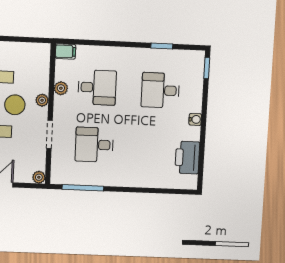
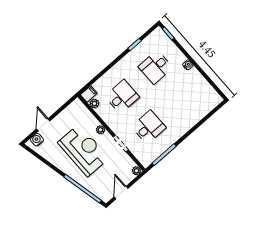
plant: (61, 88) -> (94, 104), moved
desk: (94, 145) -> (149, 127), turned 180
printer: (187, 158) -> (203, 88), removed

